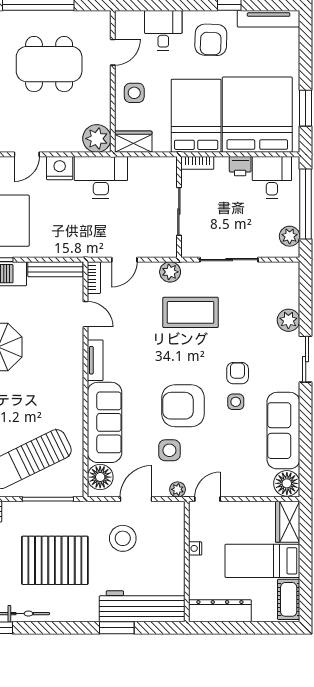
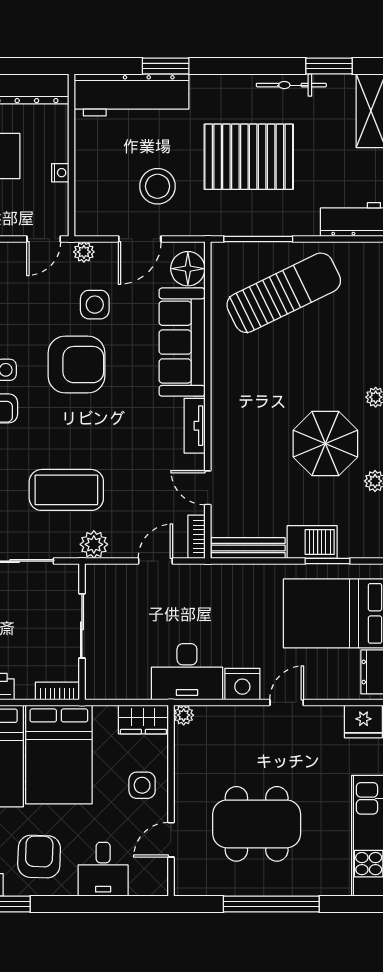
plant: (97, 139) -> (184, 715), width x0.53, depth x0.53

